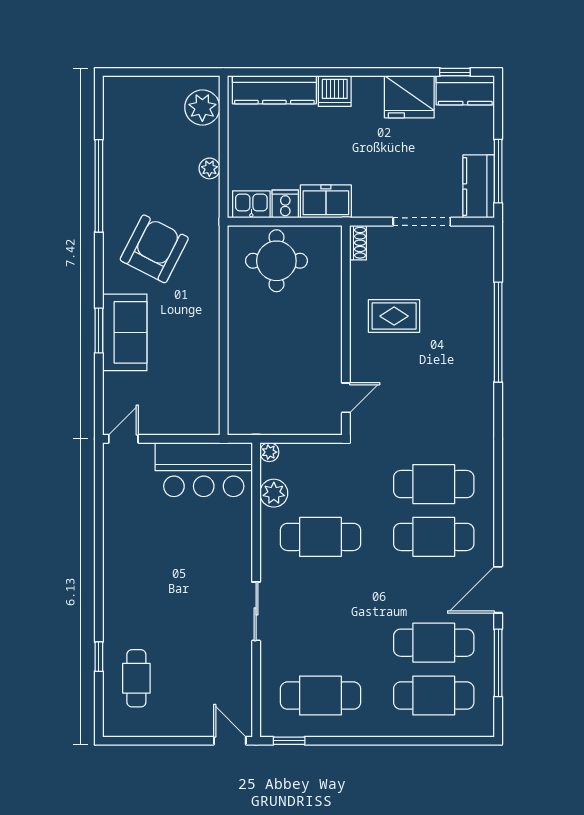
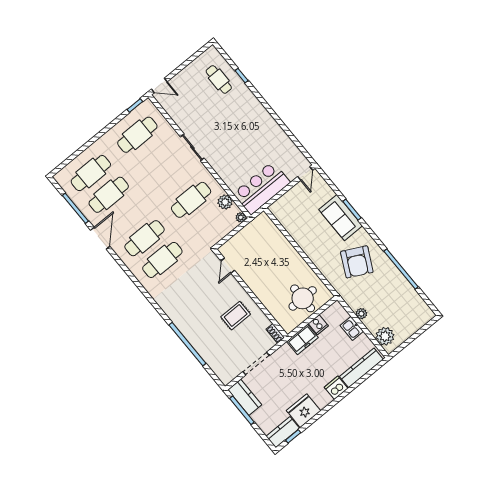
kitchen sink: (251, 204) -> (352, 328), moved, turned 90

